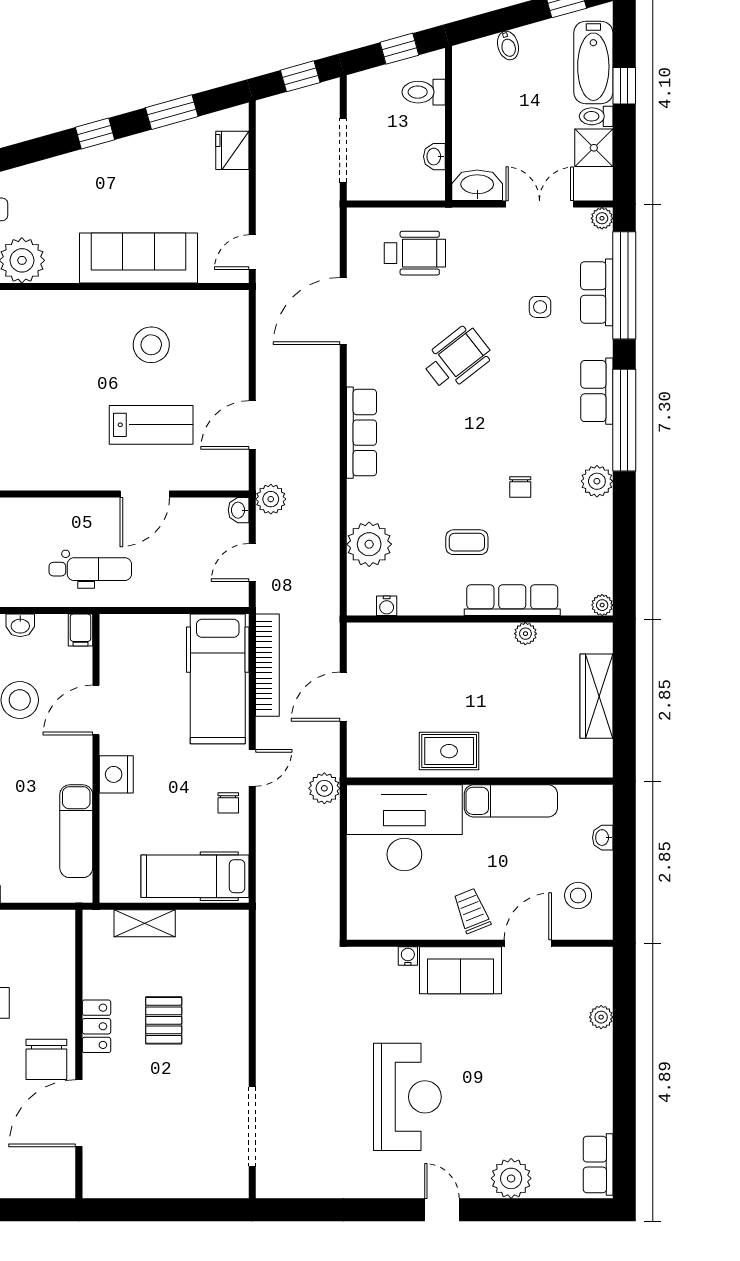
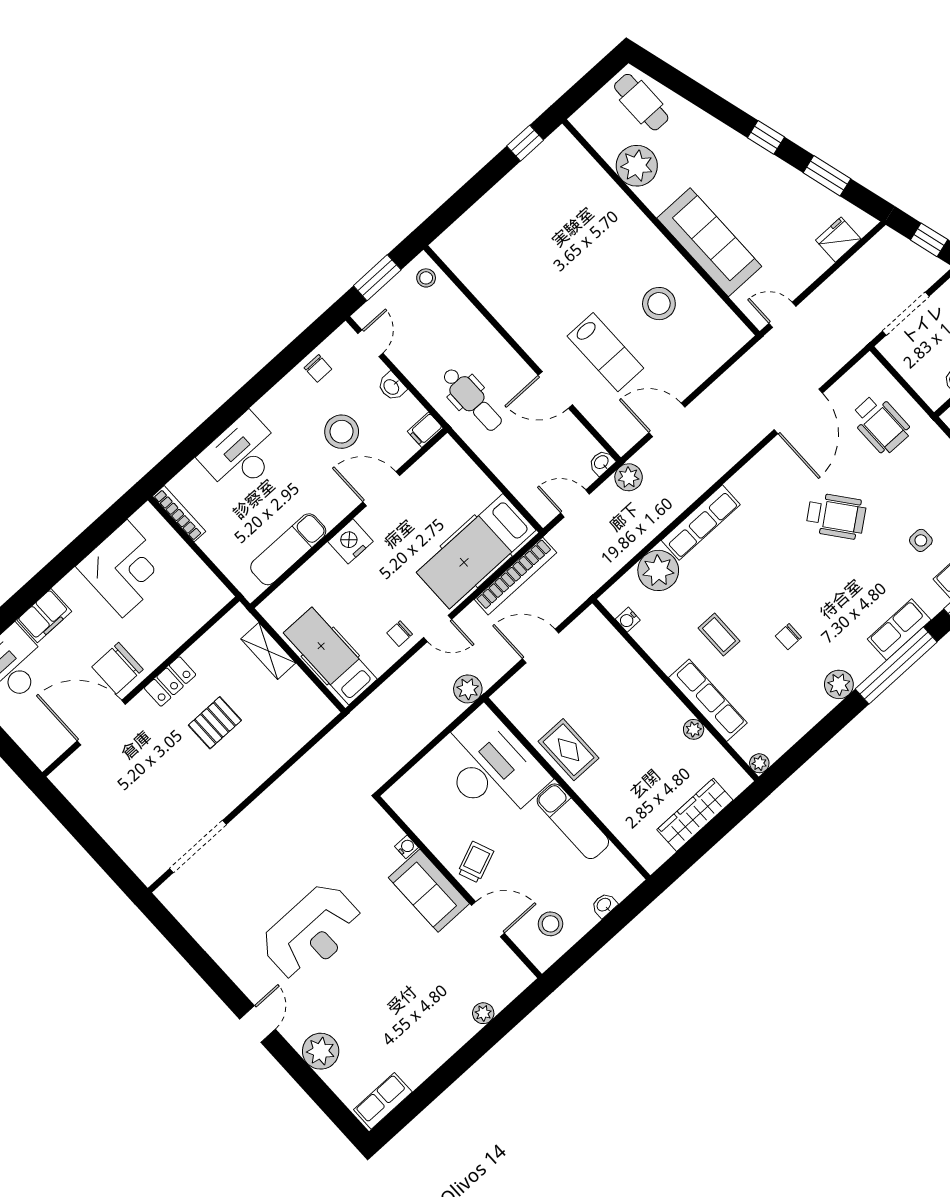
door: (343, 311) -> (798, 411), swing flipped
row of seats: (362, 433) -> (701, 523), moved

